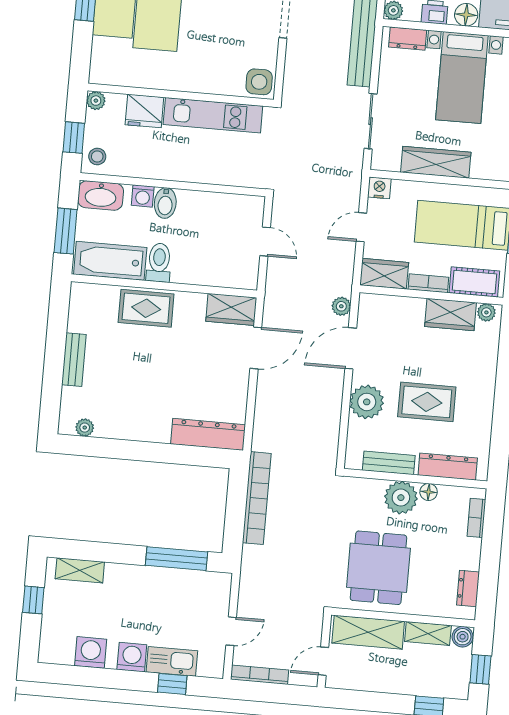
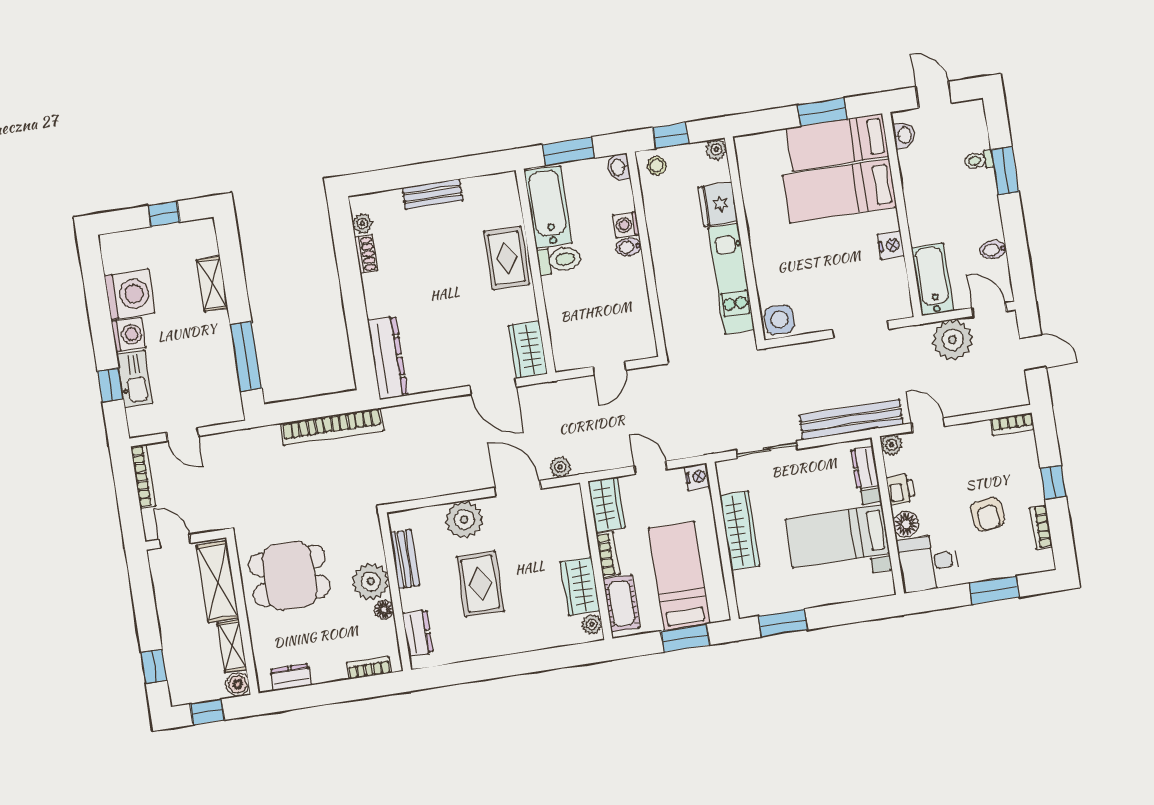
washbasin: (101, 195) -> (618, 167), width x0.52, depth x0.69
bidet: (165, 203) -> (629, 247), width x0.72, depth x0.74
shoe rack: (112, 431) -> (366, 254), added
dresser: (448, 467) -> (418, 633), width x0.70
shelving: (80, 570) -> (212, 284), moved
washing machine: (91, 652) -> (130, 294), width x1.37, depth x1.37

